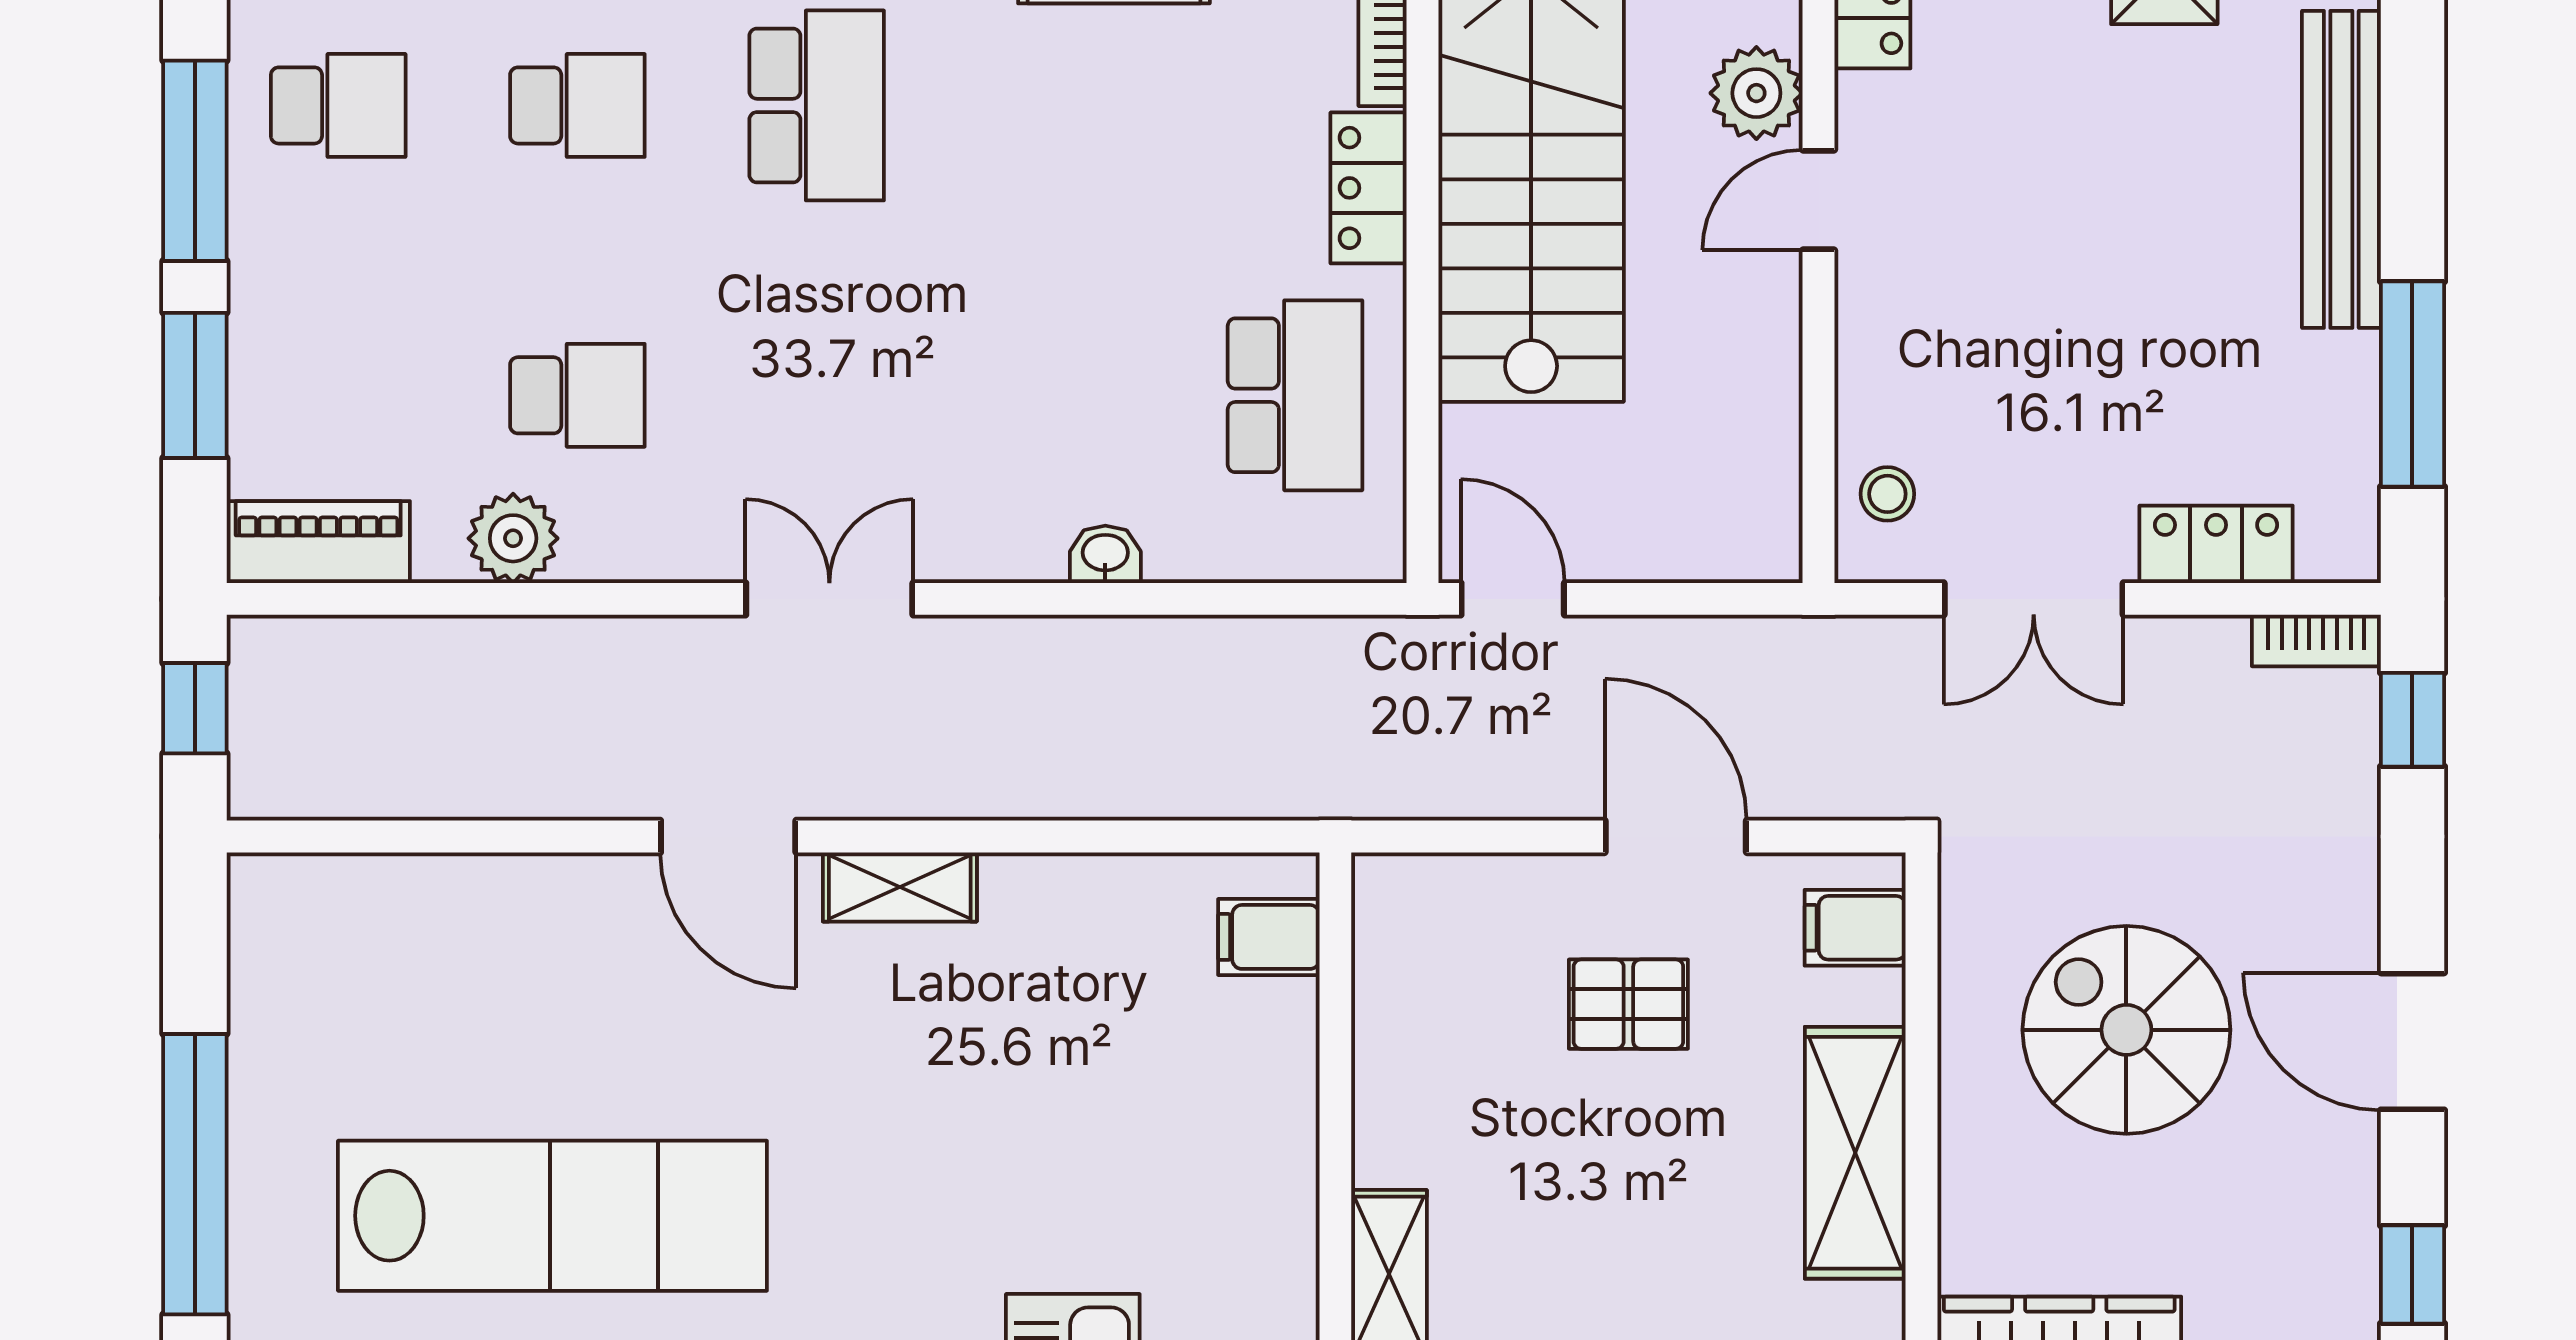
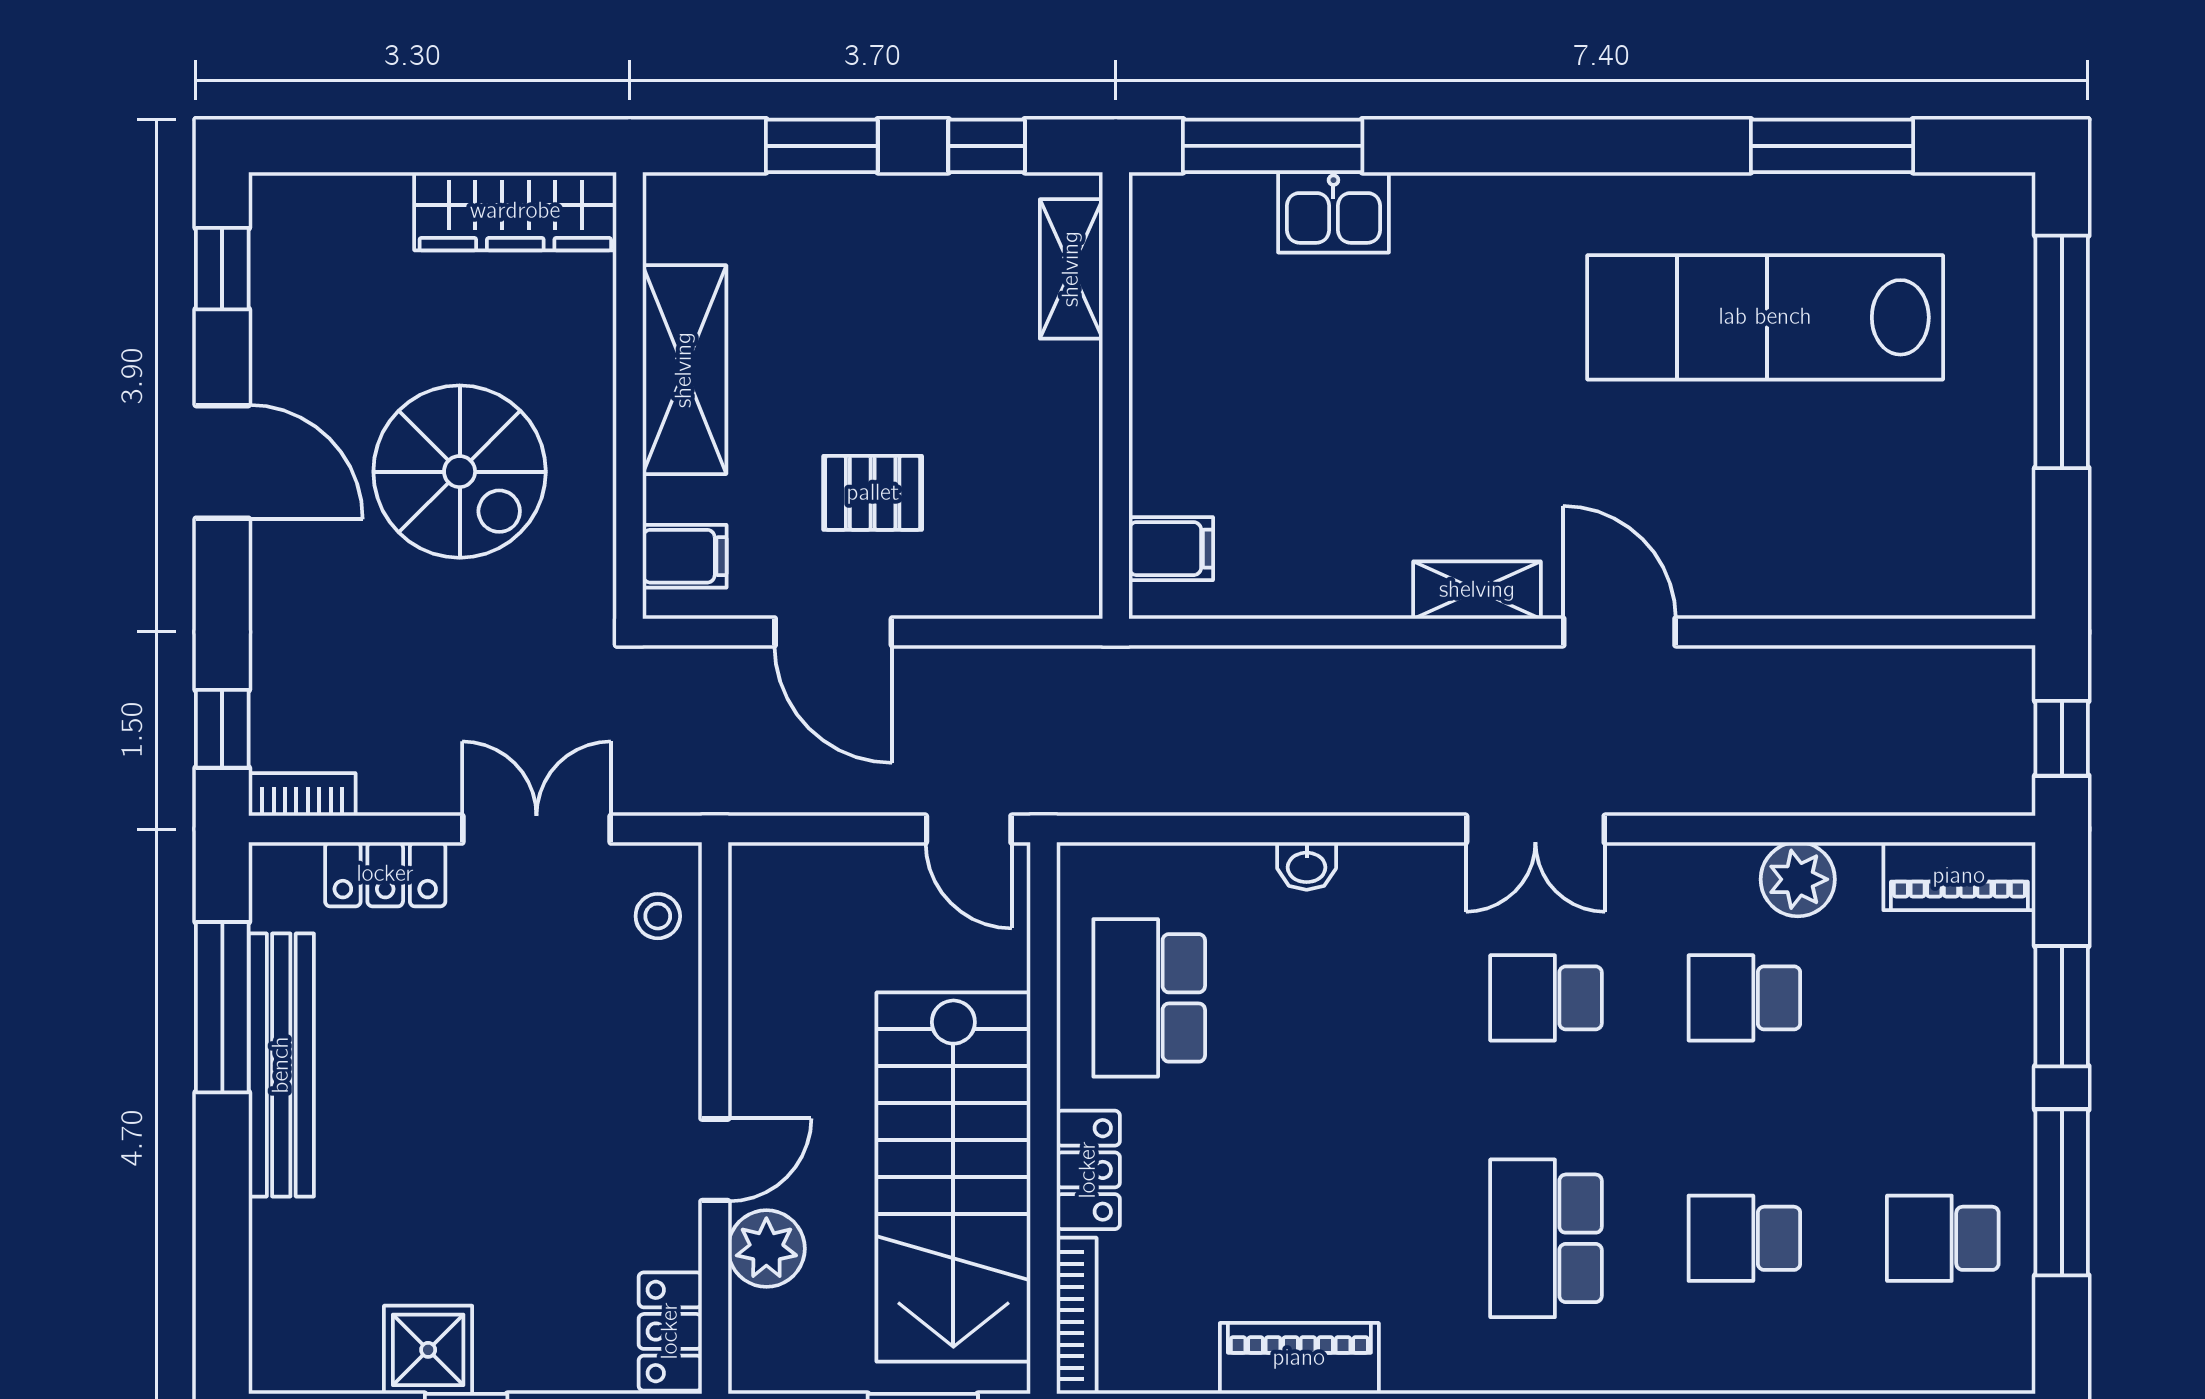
bench: (2341, 169) -> (281, 1065), moved
school desk: (817, 395) -> (1546, 998), added

